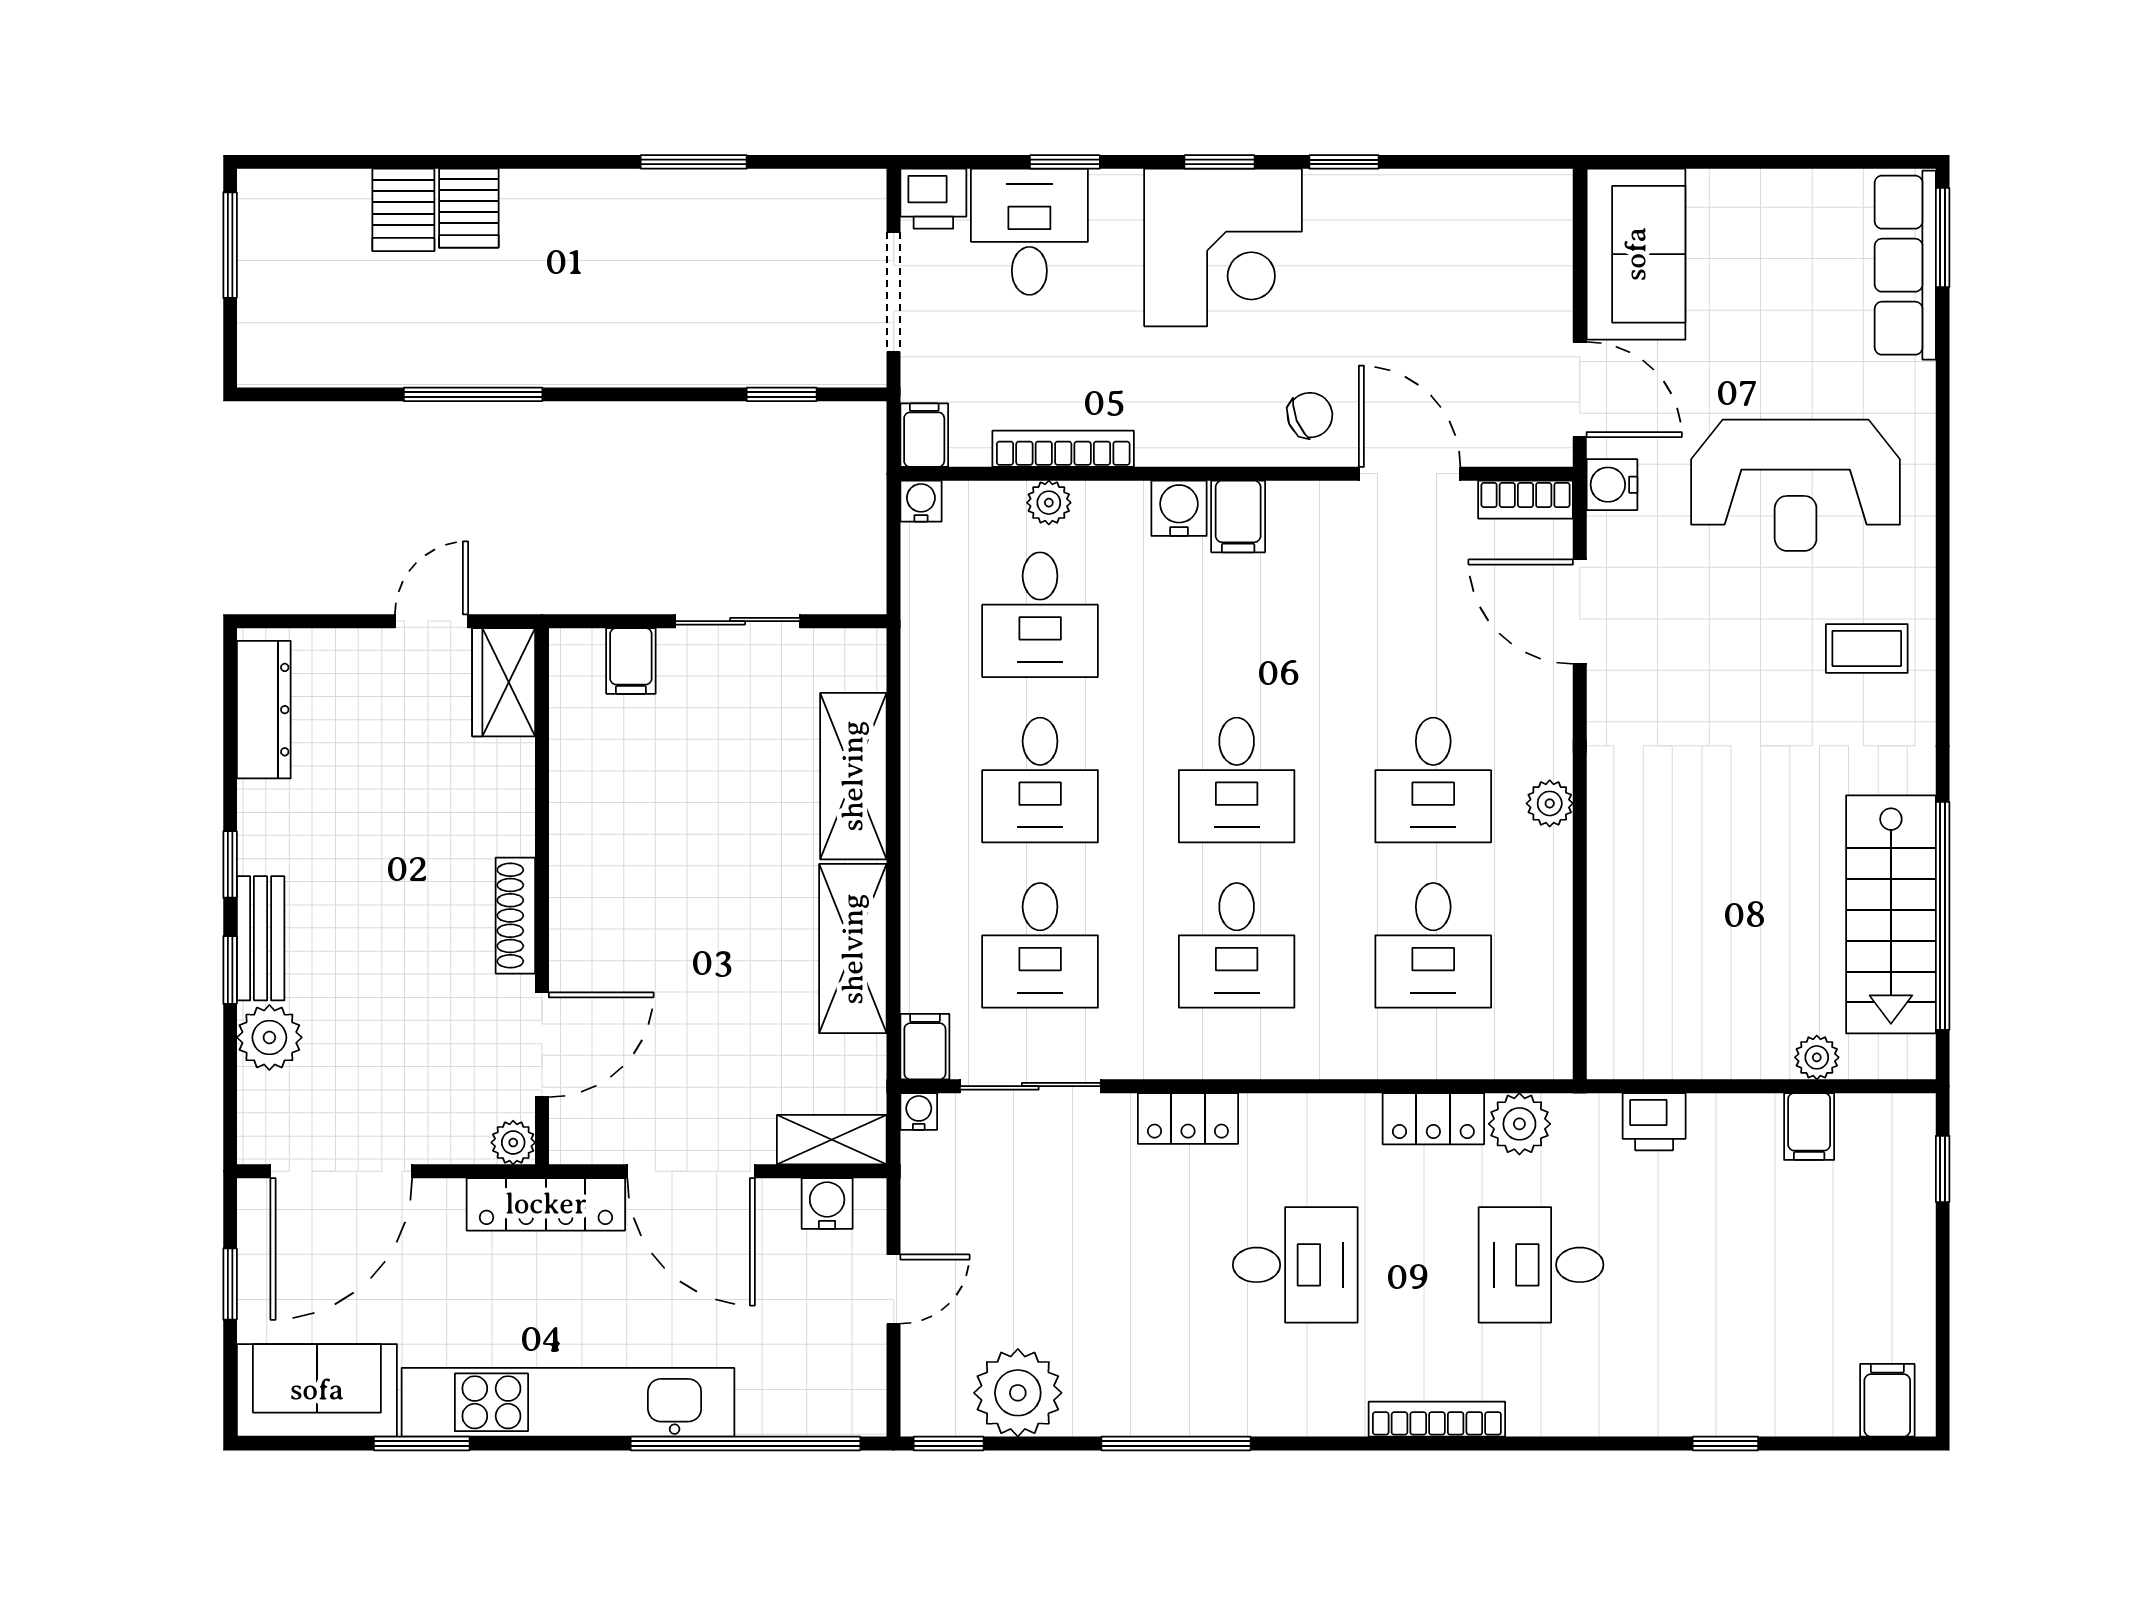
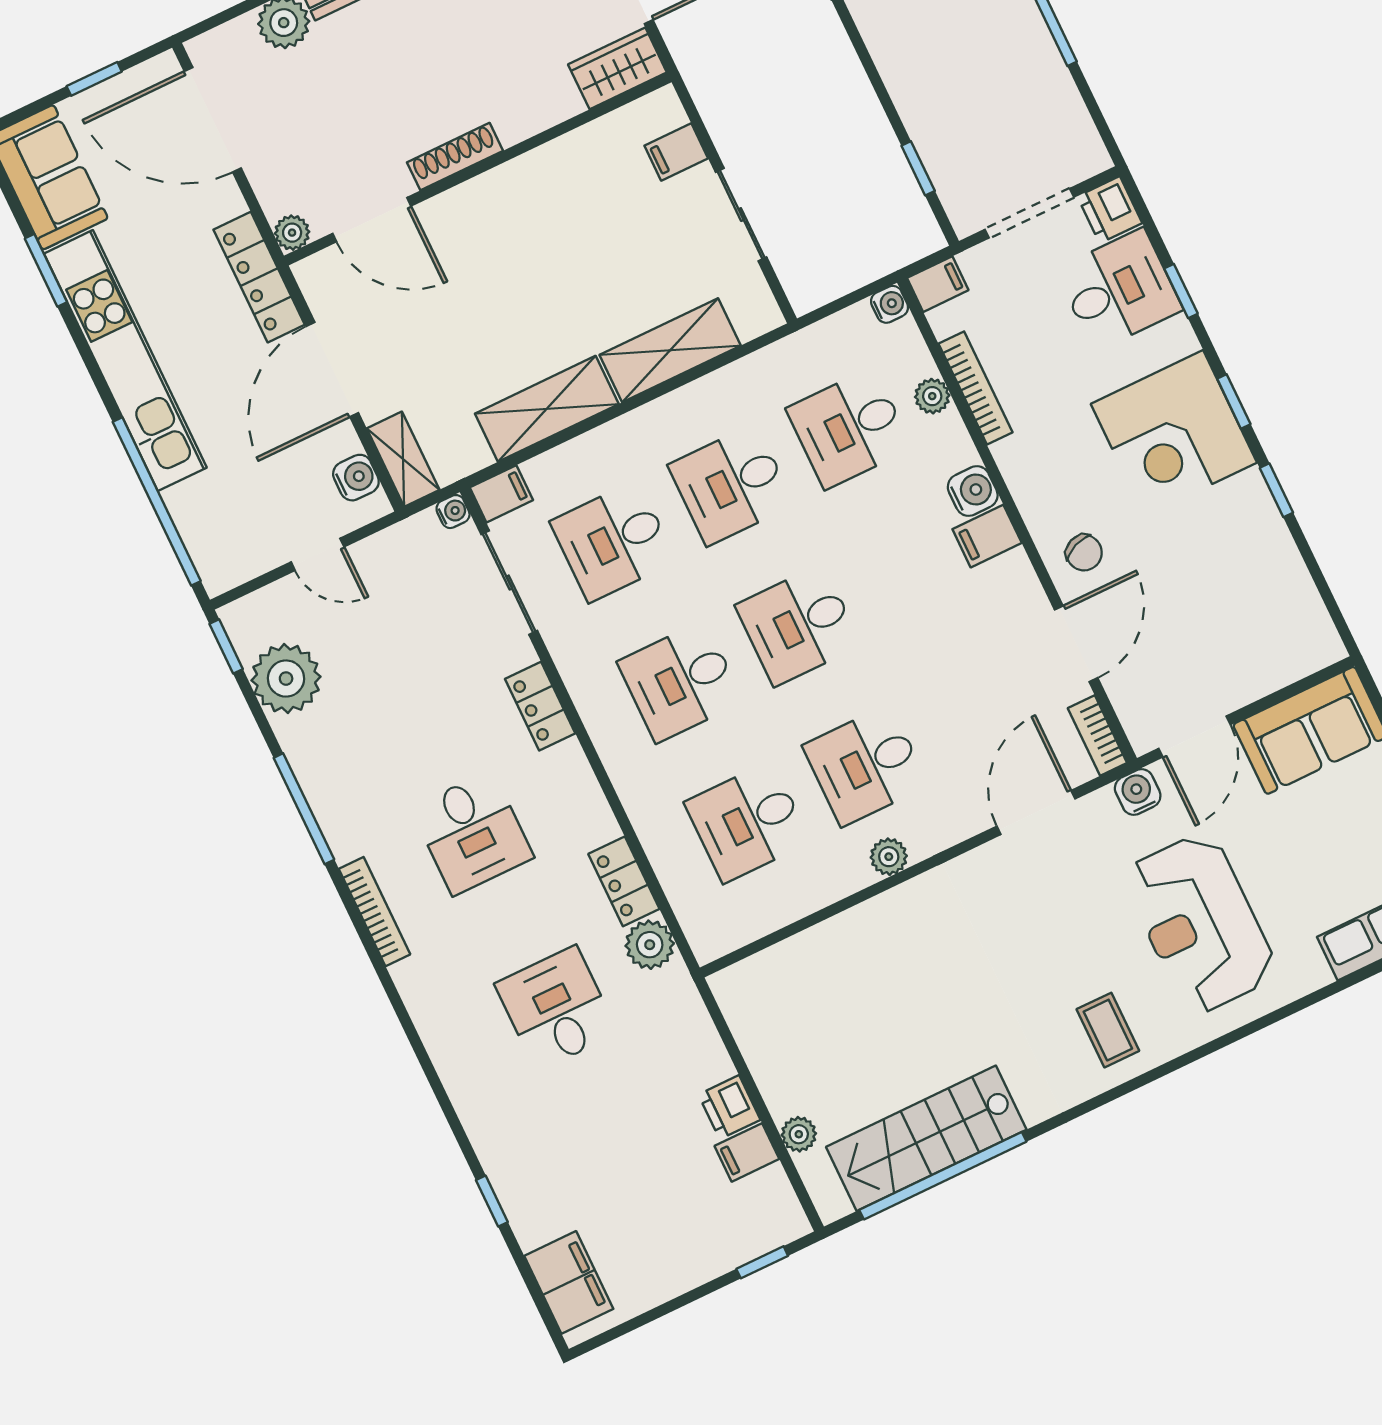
printer: (1654, 1122) -> (729, 1107), moved
filing cabinet: (1887, 1400) -> (569, 1282), width x2.00
bookcase: (1437, 1419) -> (374, 912), moved

